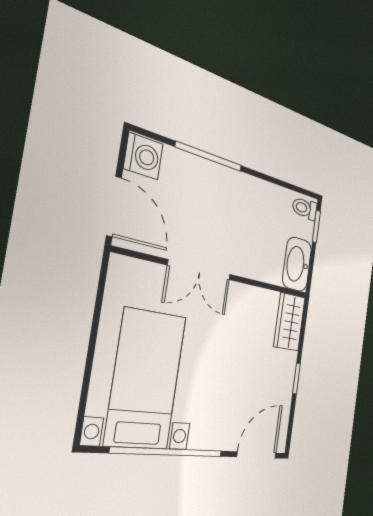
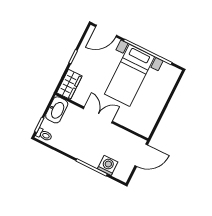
washing machine: (143, 156) -> (108, 165), moved, turned 90
door: (114, 206) -> (141, 155), swing flipped
double door: (200, 270) -> (98, 115), moved
bed with nightstands: (146, 379) -> (129, 75), moved

